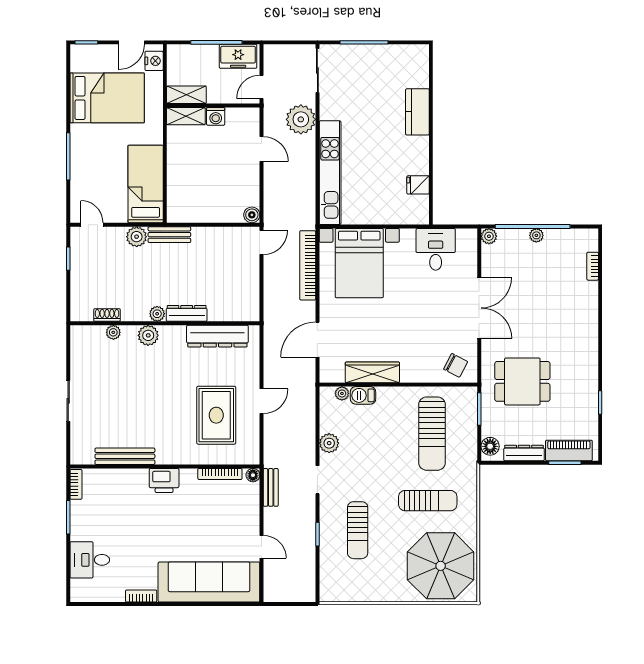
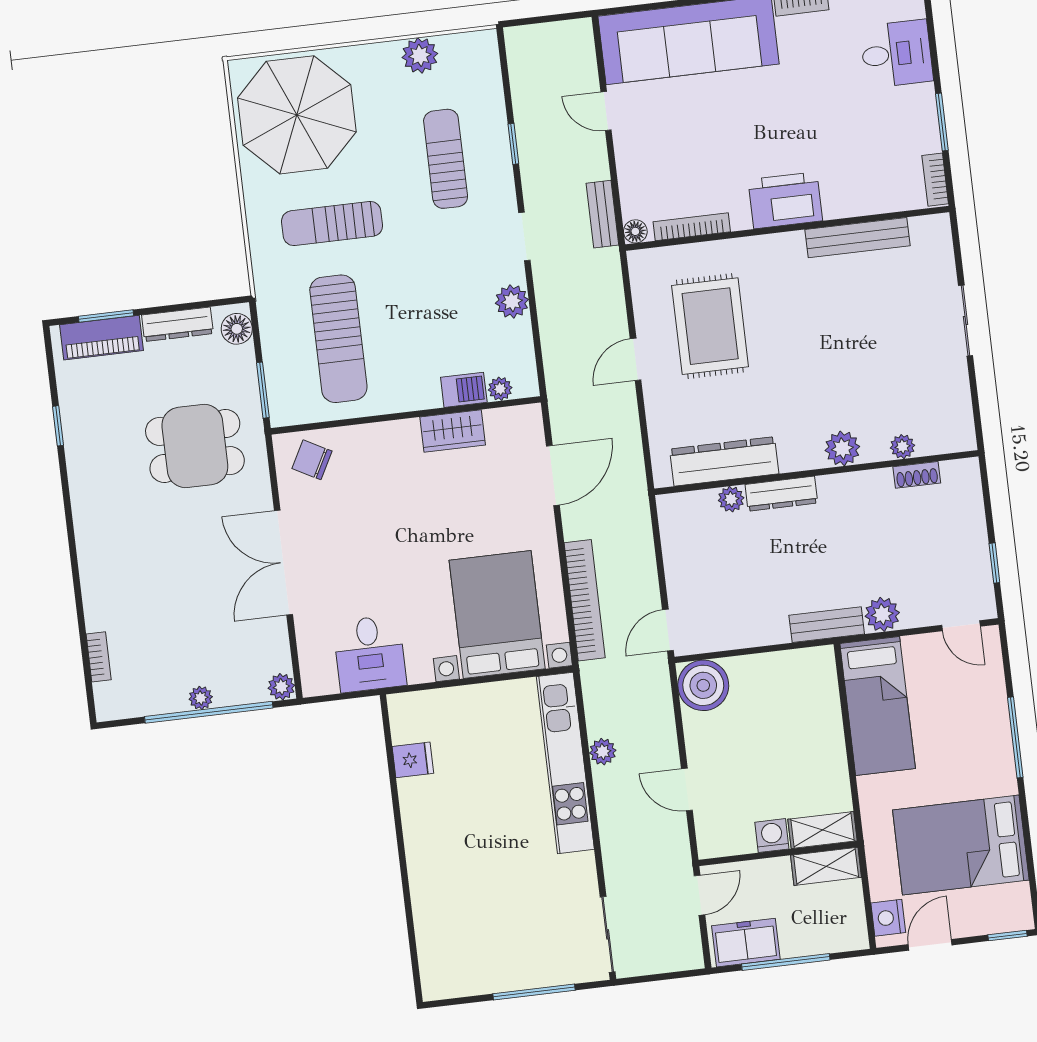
kitchen counter: (417, 112) -> (429, 884), removed
plant: (301, 119) -> (603, 752), moved, width x0.53, depth x0.53
boiler: (252, 215) -> (703, 685), width x1.86, depth x1.86
plant: (157, 314) -> (731, 499), moved
wardrobe: (372, 372) -> (453, 431), width x0.67
sun lounger: (432, 434) -> (338, 339), turned 180
printer: (164, 480) -> (785, 200), width x1.37, depth x1.19
plant: (365, 592) -> (420, 55), added

